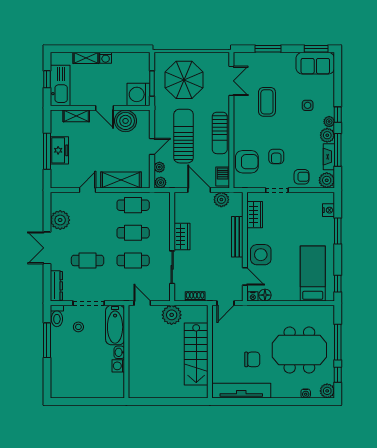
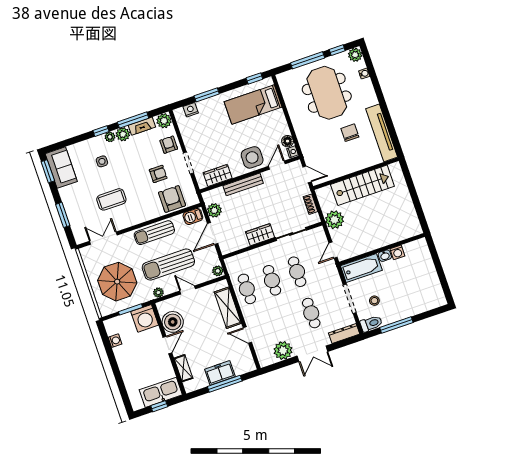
shelving: (86, 58) -> (128, 377), removed
washing machine: (106, 58) -> (115, 341), moved
sun lounger: (220, 133) -> (154, 233), turned 180
plant: (159, 167) -> (158, 293), moved

